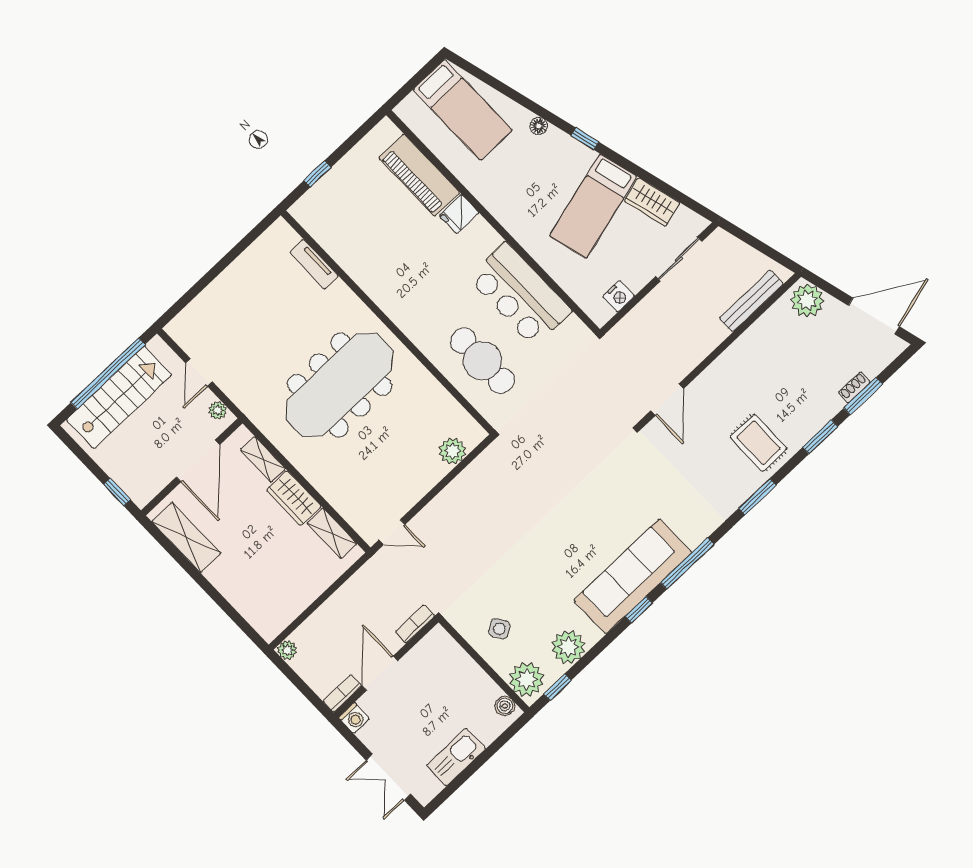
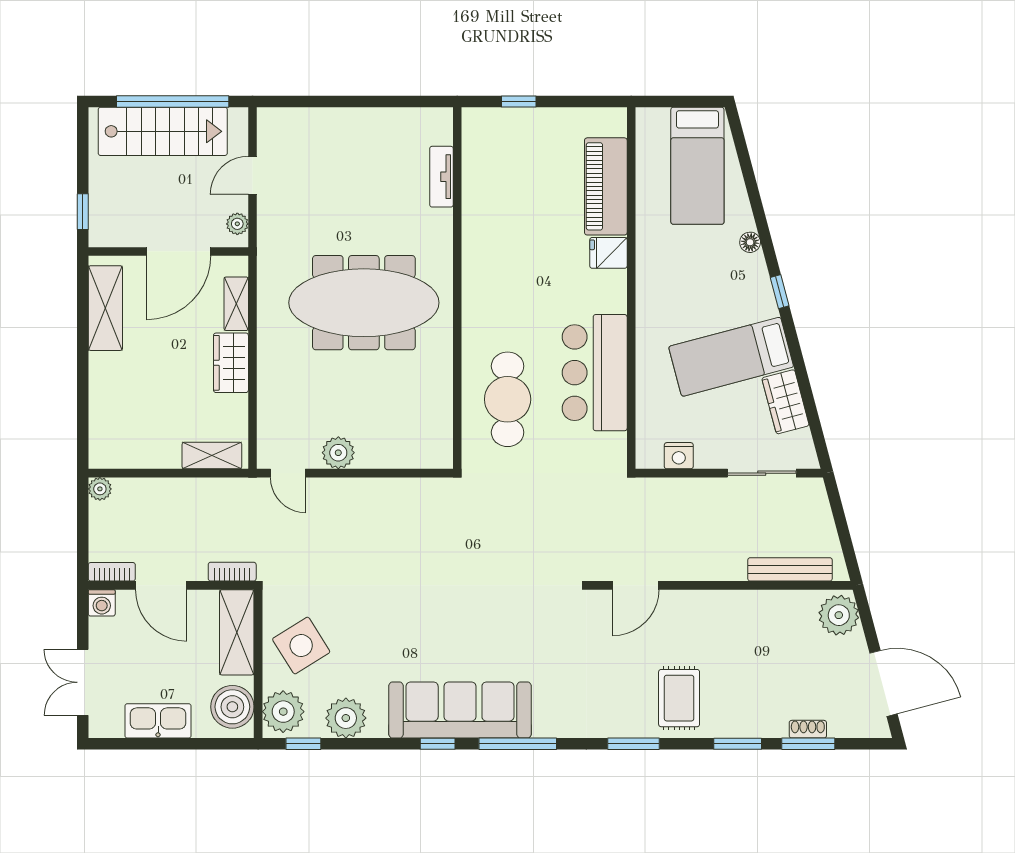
plant: (452, 451) -> (338, 453), moved
shelving: (332, 533) -> (212, 456), moved, turned 90
side table: (499, 629) -> (301, 646), width x1.87, depth x1.87
shelving: (453, 658) -> (237, 632), added
door: (380, 673) -> (161, 585), swing flipped
boiler: (505, 706) -> (232, 707), width x1.86, depth x1.86

